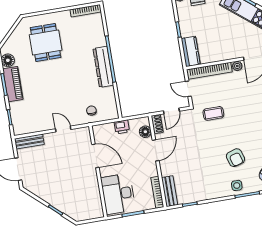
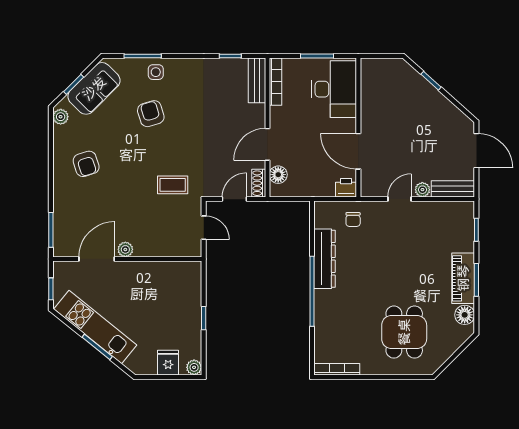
kitchen counter: (191, 51) -> (191, 283), removed
dresser: (103, 67) -> (325, 259), moved
bookcase: (209, 71) -> (168, 249), removed
printer: (122, 127) -> (346, 188), moved
door: (63, 129) -> (399, 199), swing flipped
plant: (49, 138) -> (422, 190), added

